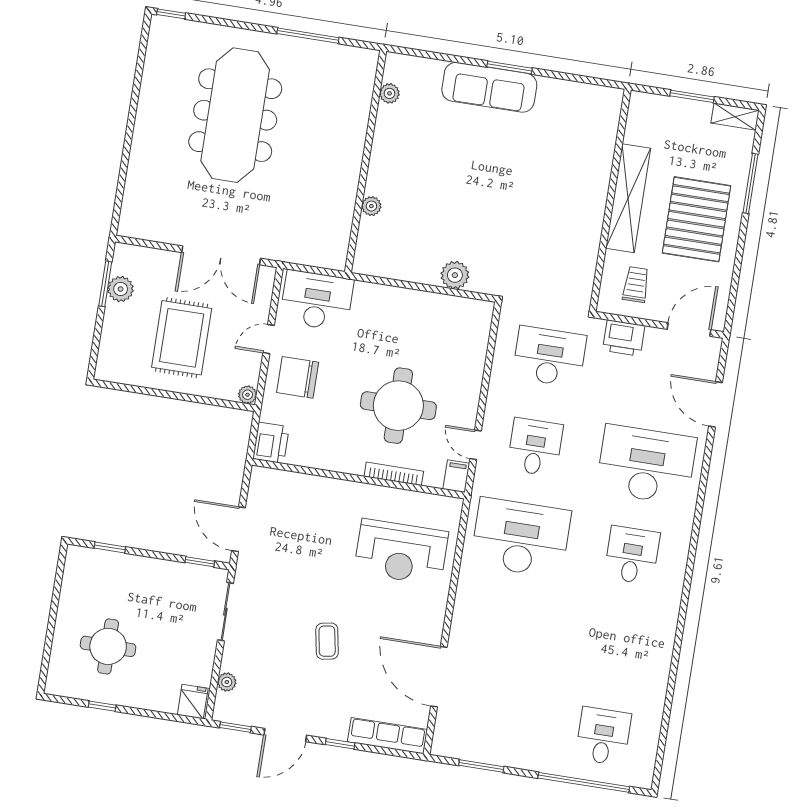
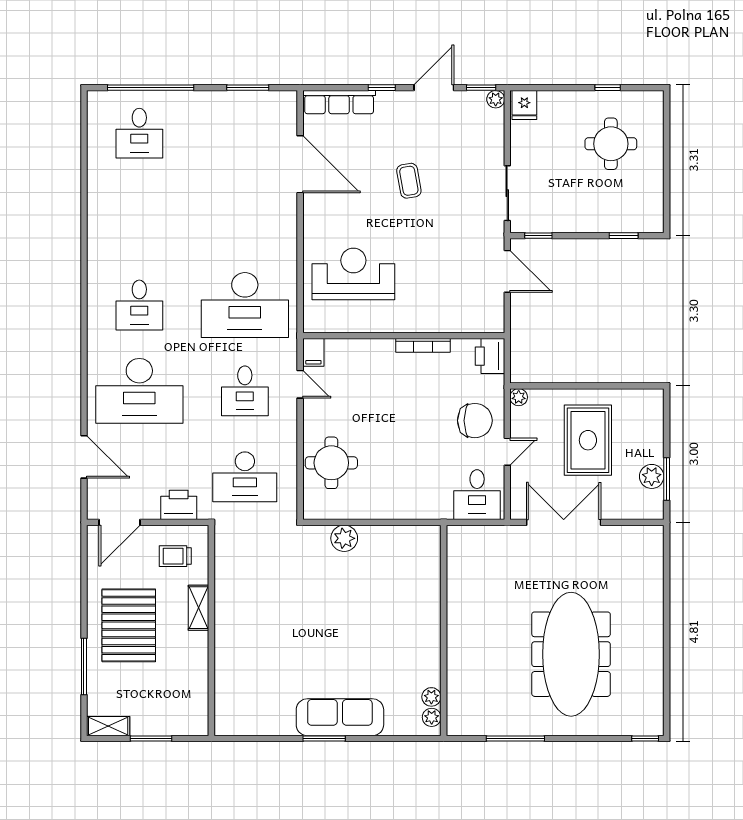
shelving: (628, 198) -> (199, 608), width x0.45, depth x0.75
plant: (371, 206) -> (432, 717), moved
trolley: (636, 285) -> (175, 556), turned 90
desk: (317, 300) -> (477, 495), width x0.73
round table: (398, 406) -> (331, 463), moved, width x0.73, depth x0.73
bookcase: (394, 474) -> (423, 345), moved
plant: (227, 682) -> (496, 99), moved

